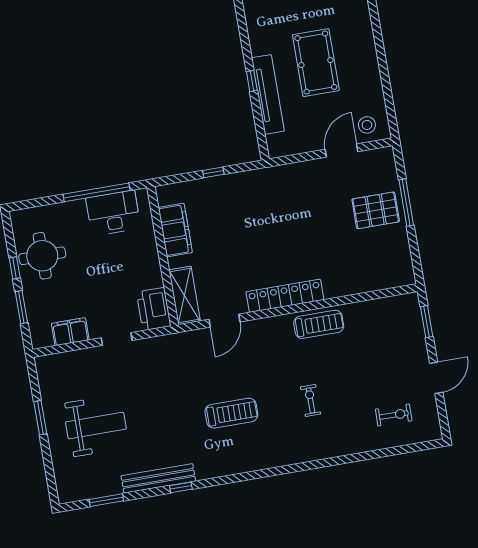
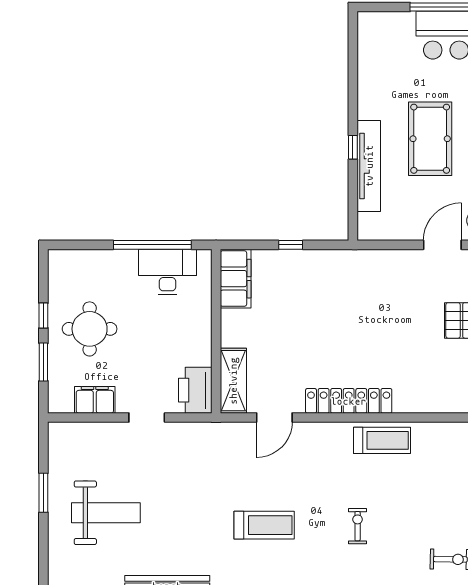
filing cabinet: (175, 230) -> (236, 279), moved
round table: (42, 256) -> (90, 329), moved

